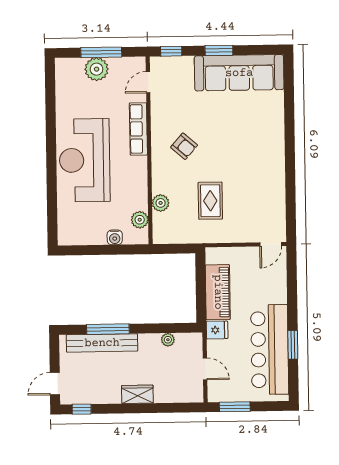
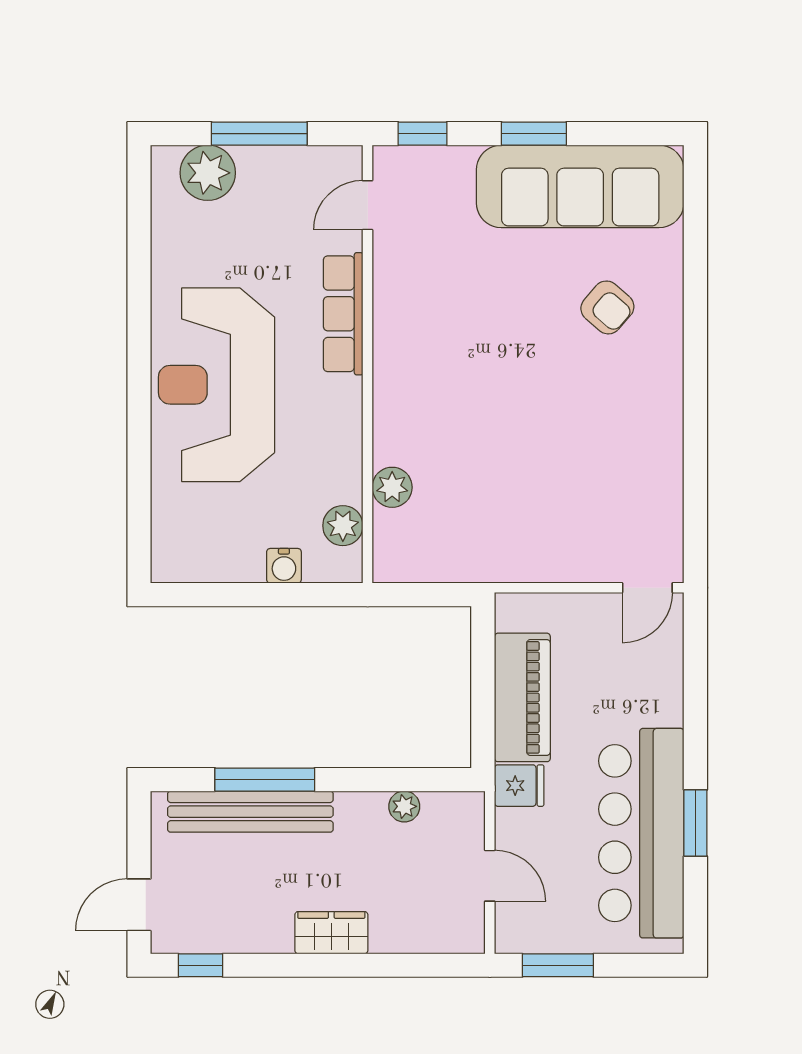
plant: (97, 69) -> (208, 173), moved
armchair: (184, 146) -> (607, 307), moved
rug: (210, 201) -> (508, 484), removed

